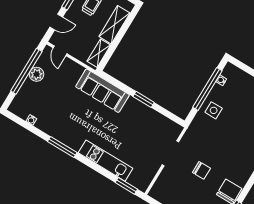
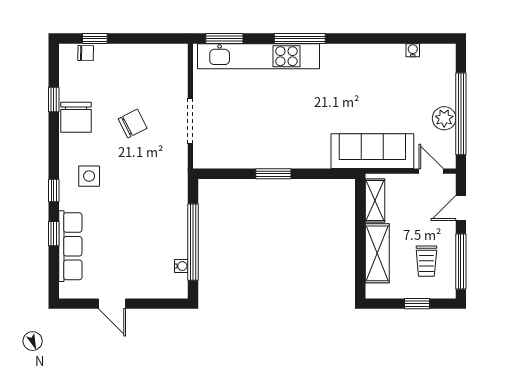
sofa: (103, 91) -> (372, 151), moved
side table: (214, 110) -> (89, 176), moved
window: (62, 147) -> (300, 39), moved
kitchen unit: (106, 161) -> (258, 56), width x1.36
chair: (201, 170) -> (133, 124), turned 153

